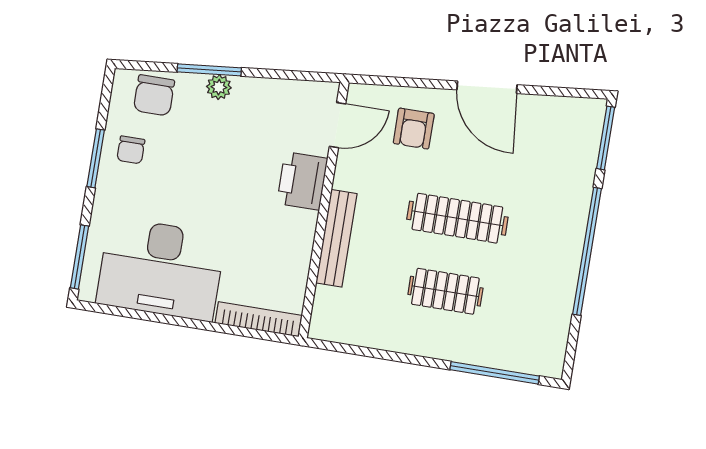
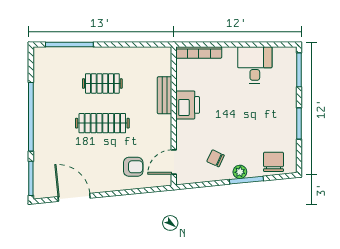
door: (487, 87) -> (74, 197), moved
armchair: (414, 129) -> (133, 167), turned 90
chair: (131, 150) -> (216, 158), moved, turned -65
printer: (302, 181) -> (188, 105), moved
bench: (336, 238) -> (165, 95), width x0.73
desk: (161, 269) -> (255, 65), width x0.53, depth x0.77

